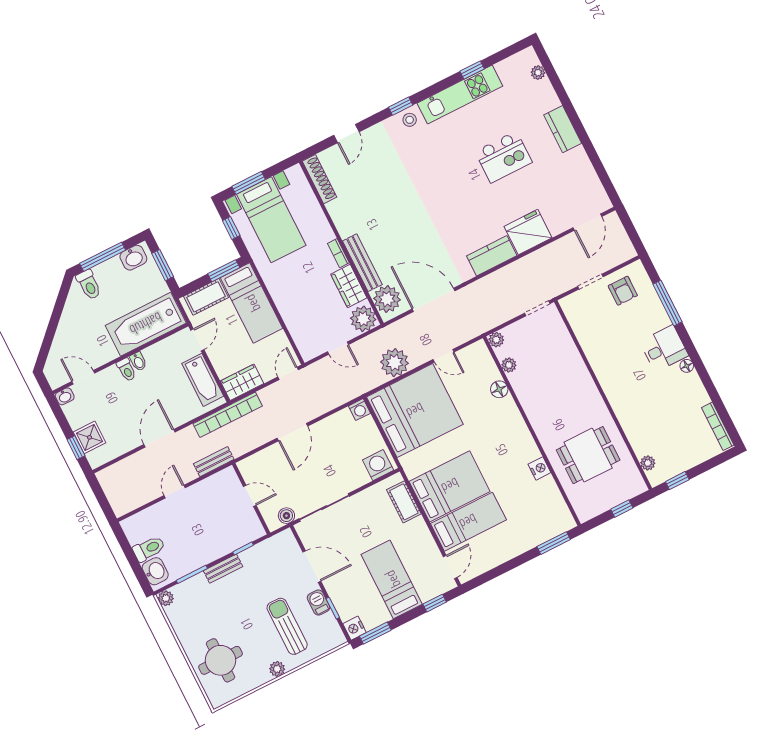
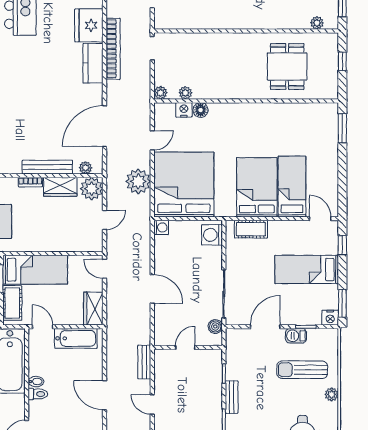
plant: (387, 299) -> (86, 168), width x0.53, depth x0.53
bookcase: (228, 415) -> (113, 49), moved
nightstand: (539, 468) -> (184, 110), moved

